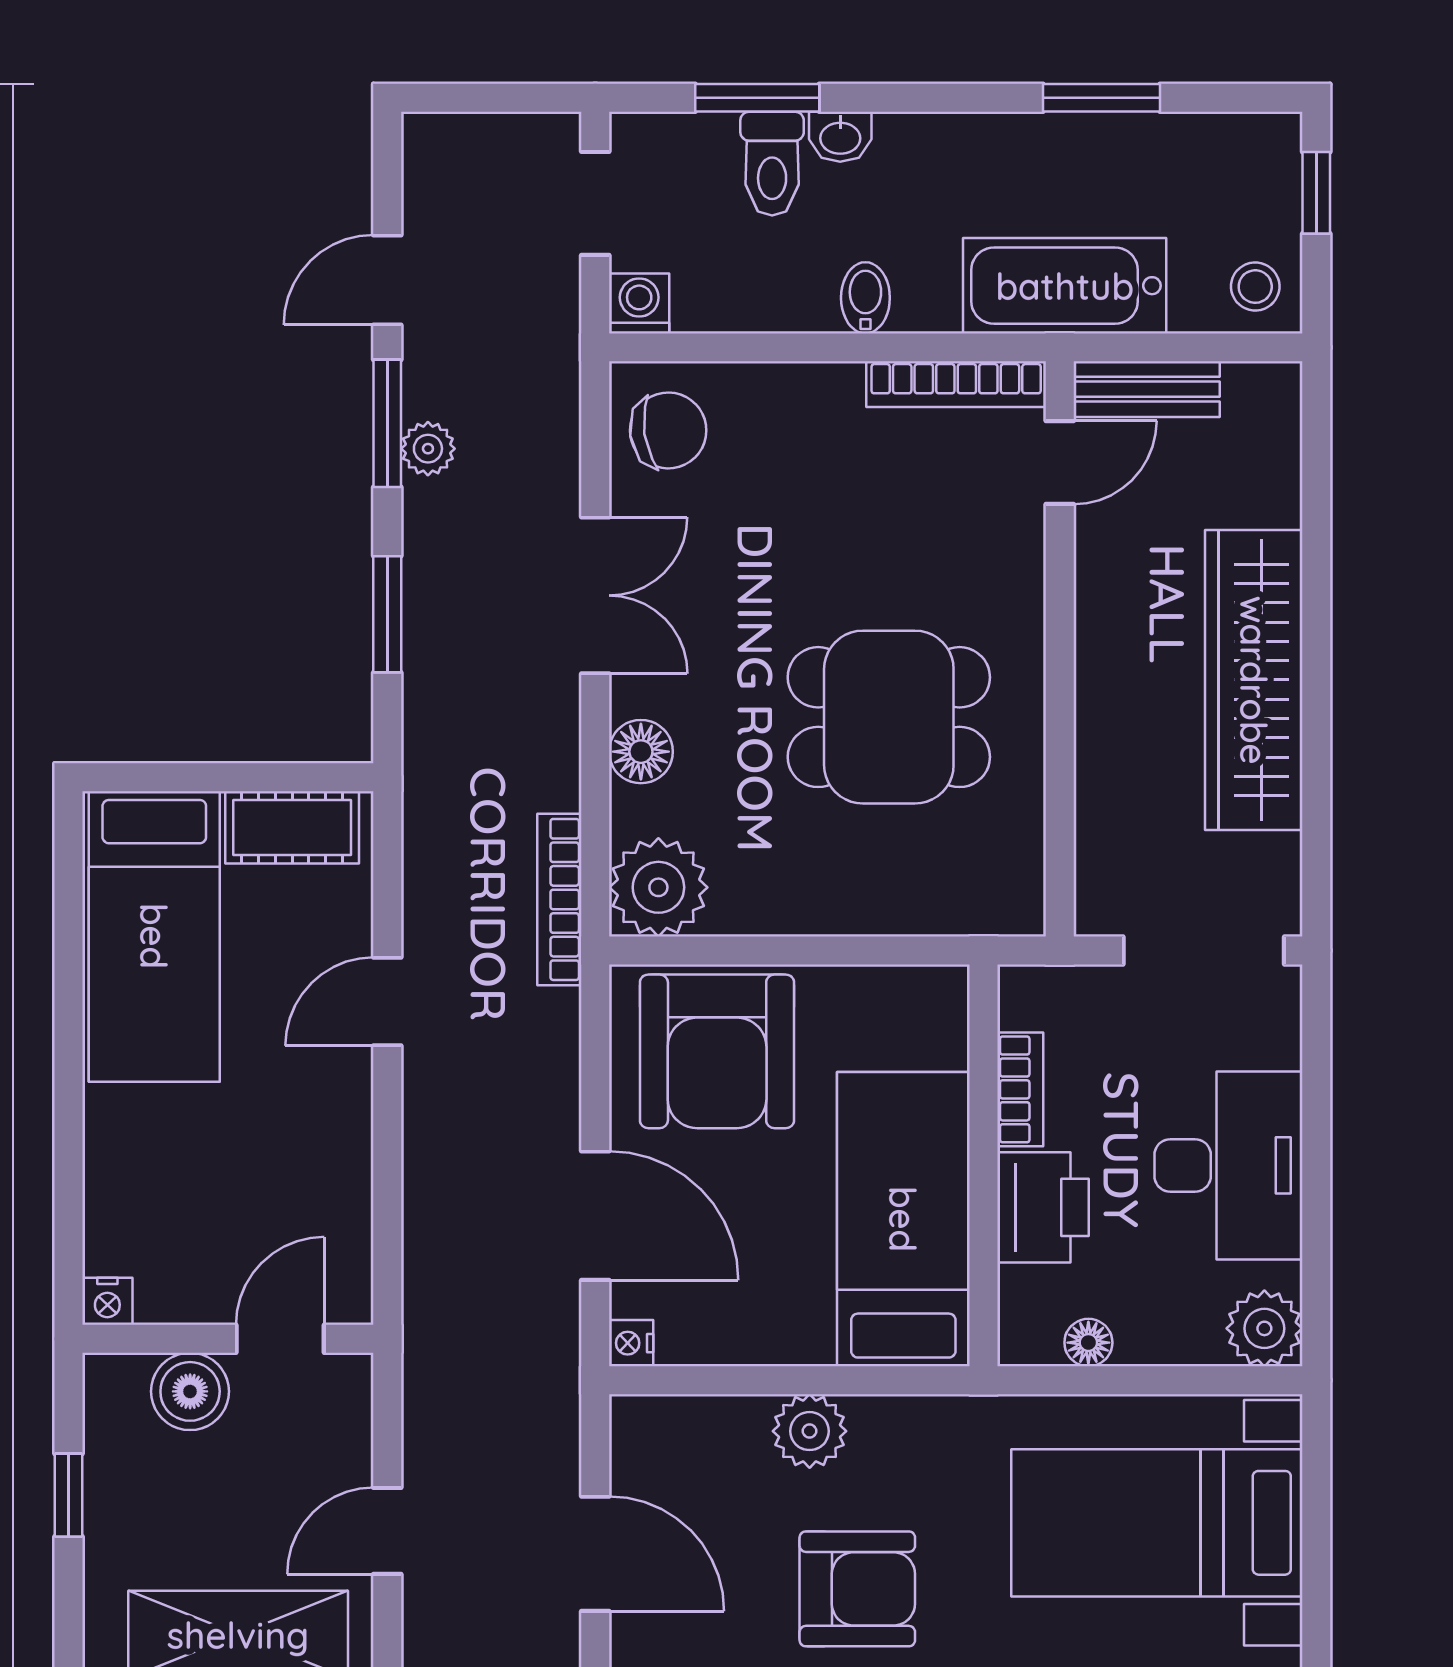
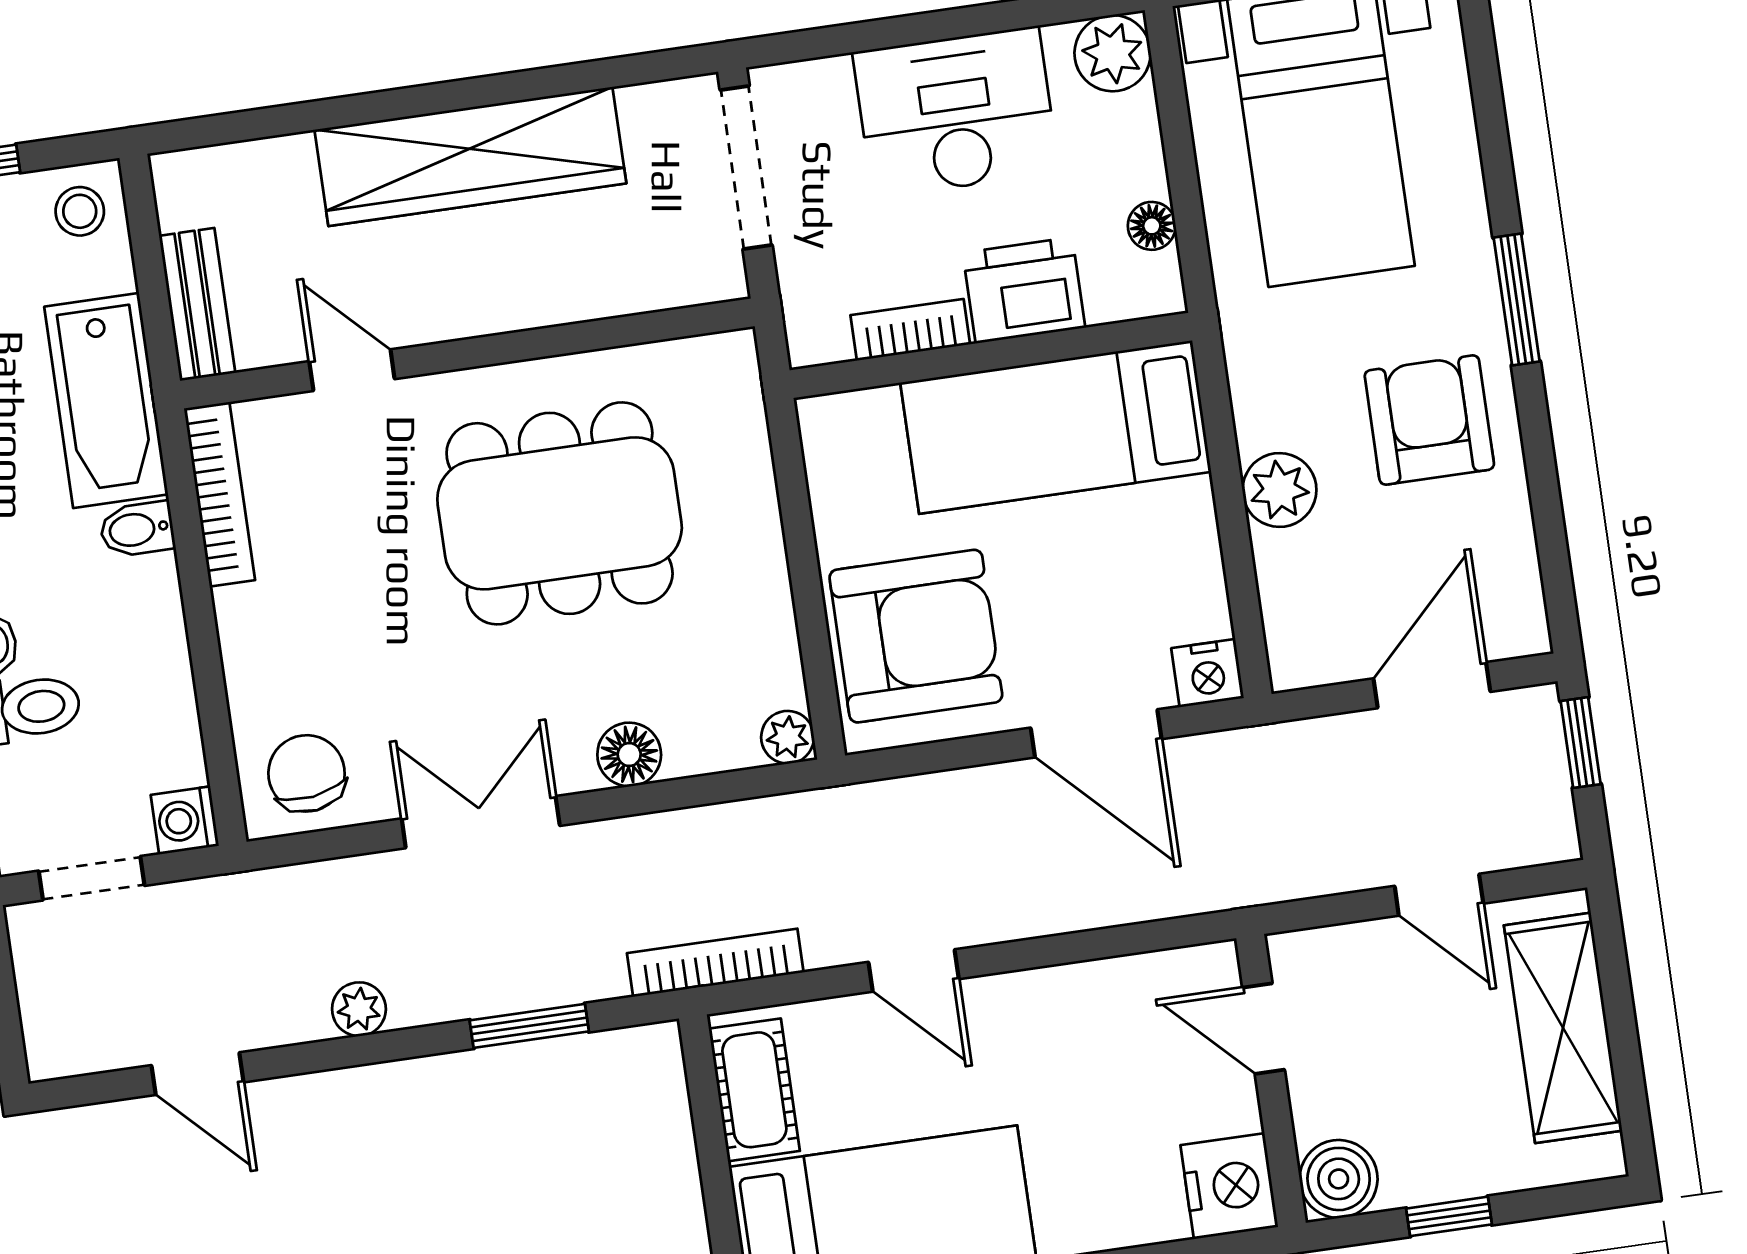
bidet: (865, 298) -> (137, 529), moved
window: (387, 423) -> (340, 1053), removed
door: (1060, 463) -> (352, 370), moved
dining table: (889, 717) -> (560, 513), width x1.38
plant: (658, 887) -> (788, 737), width x0.53, depth x0.53
bookcase: (559, 899) -> (715, 963), moved, turned 180
door: (595, 1216) -> (1096, 733), swing flipped
nightstand: (107, 1301) -> (1229, 1186), width x1.89, depth x1.79
nightstand: (631, 1343) -> (1208, 673), width x1.39, depth x1.35
boiler: (190, 1391) -> (1339, 1179), moved

